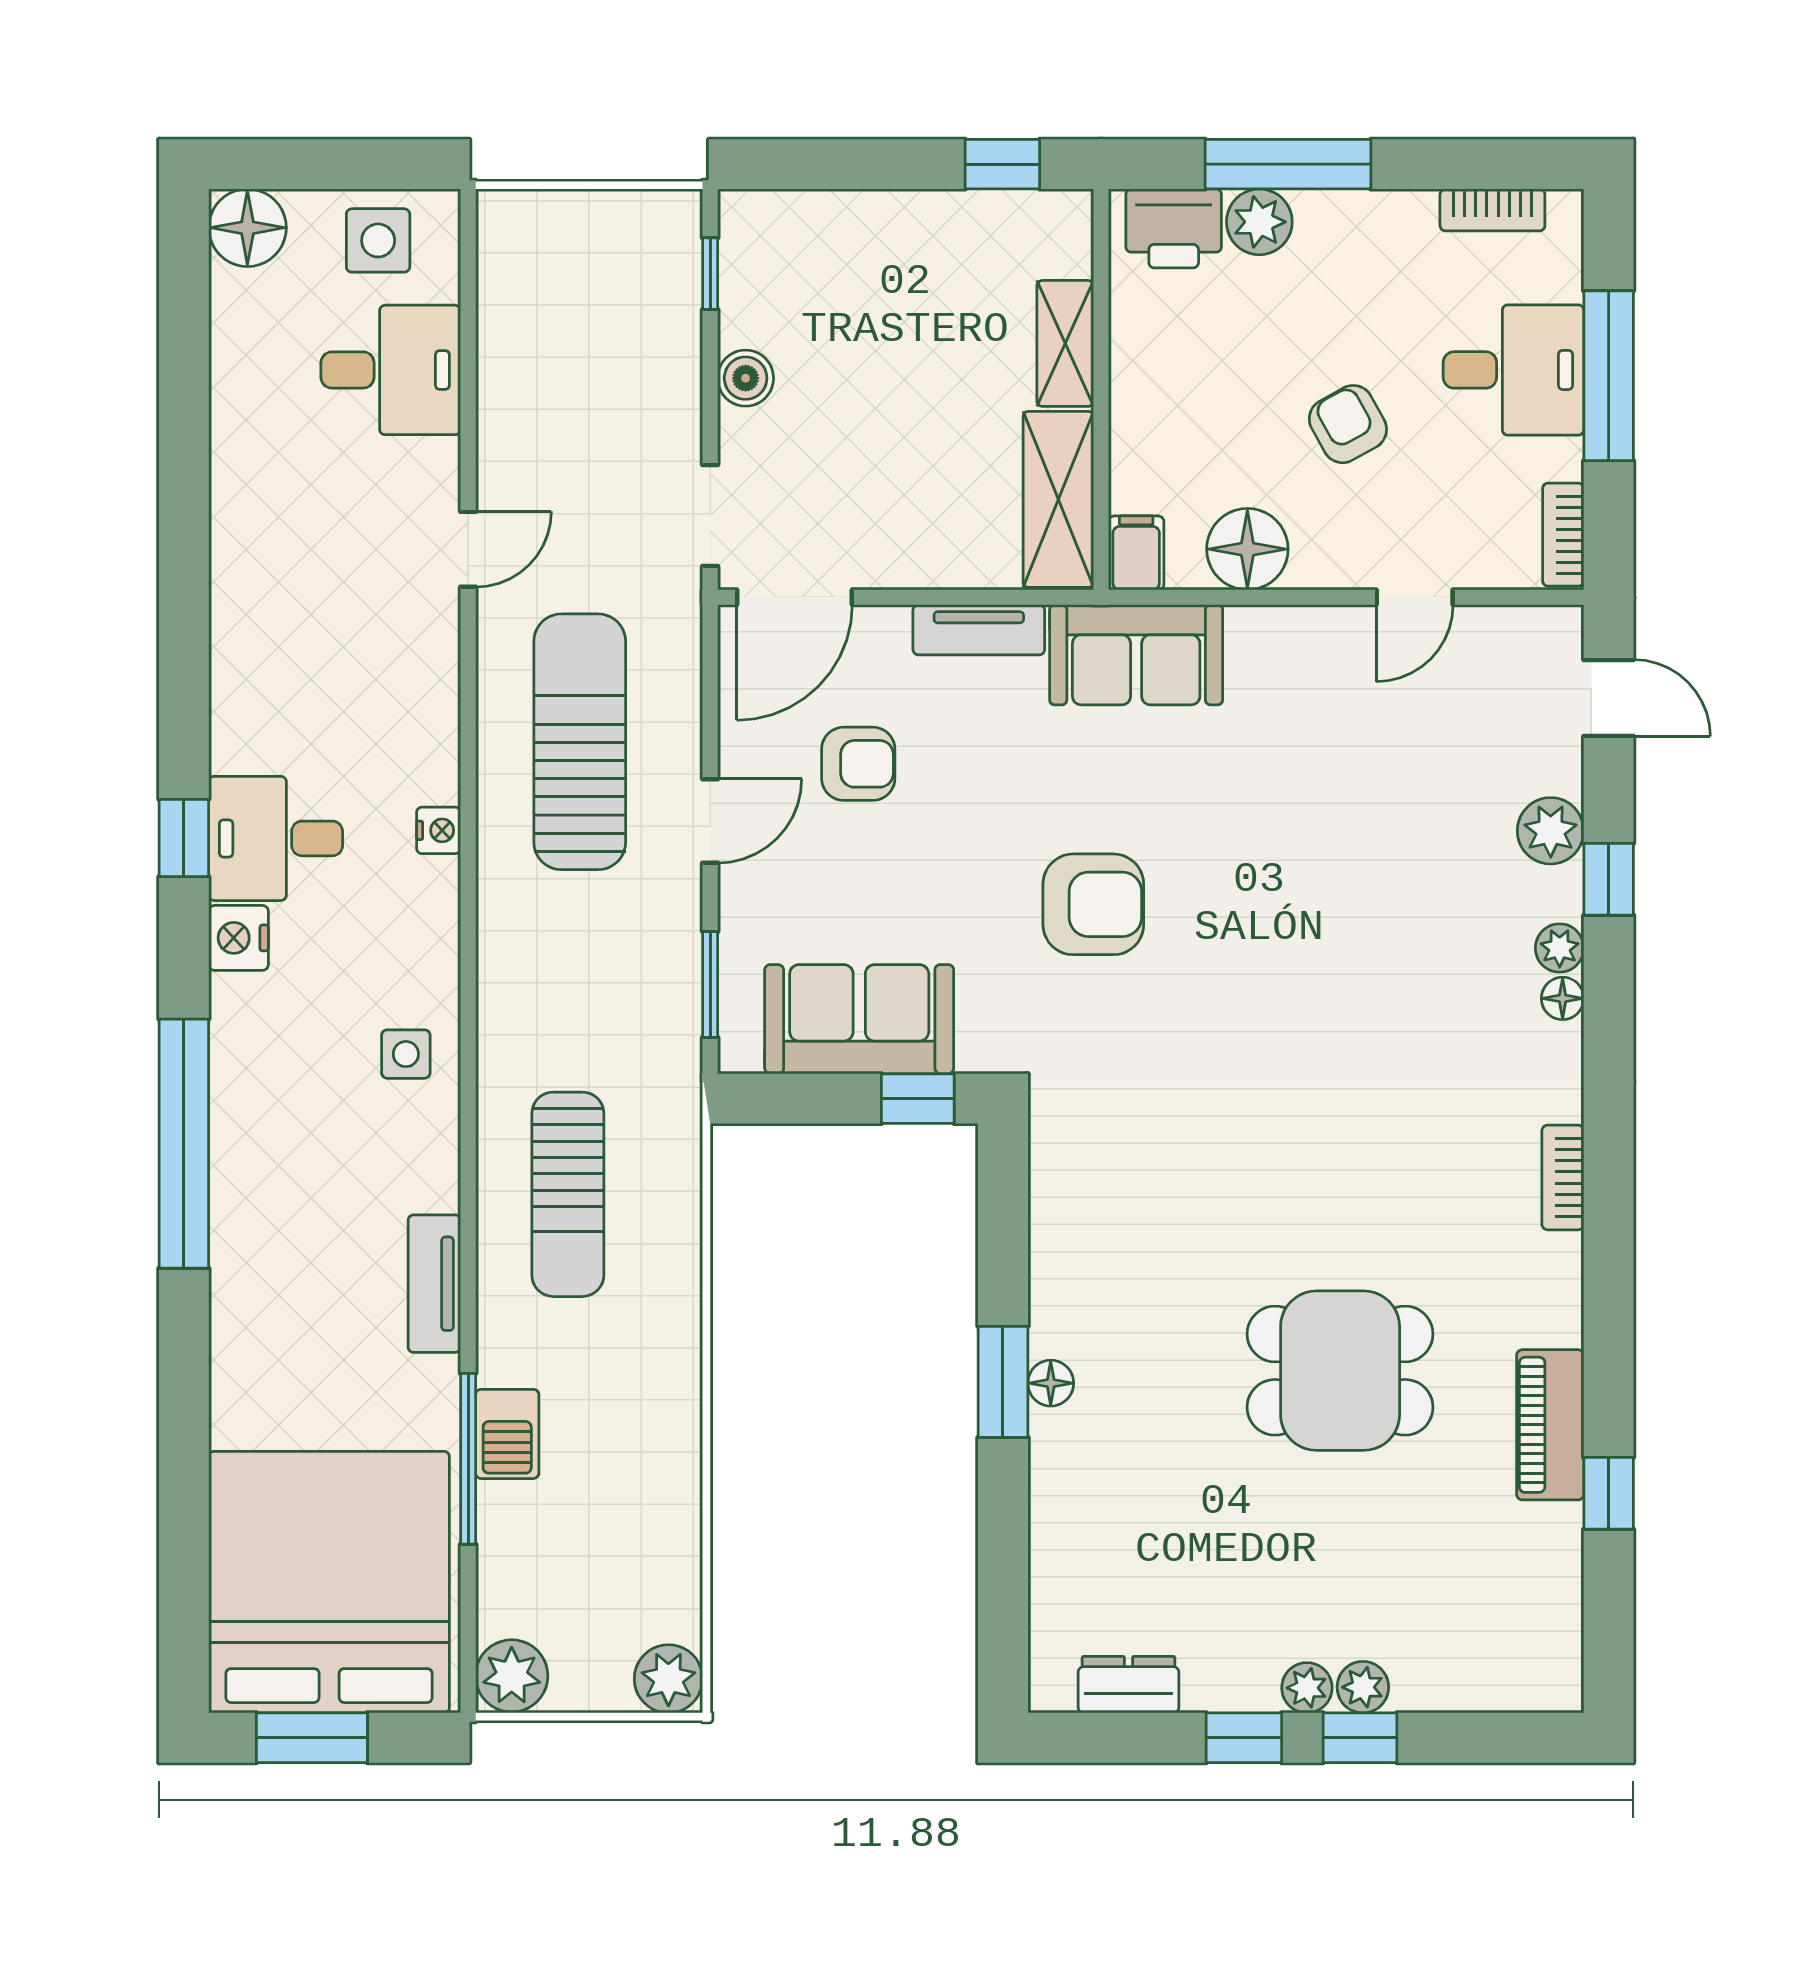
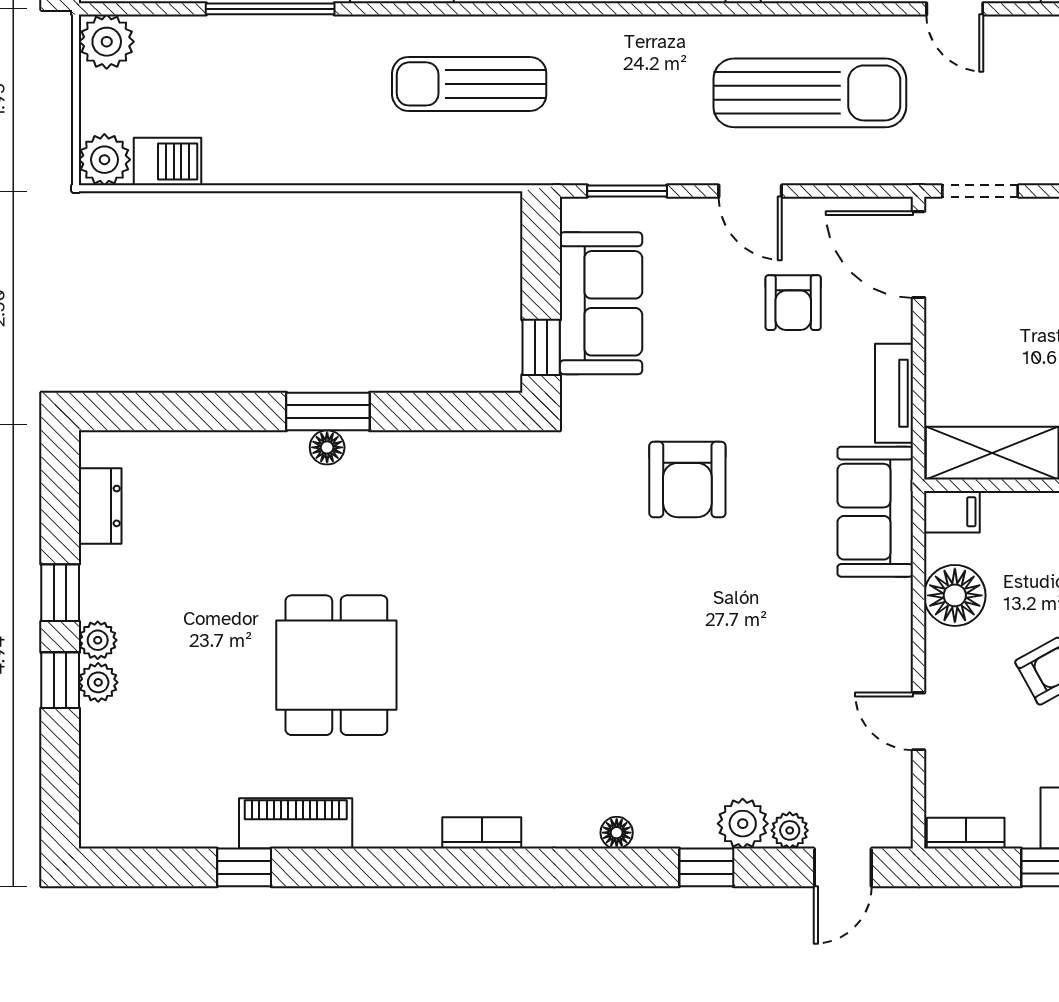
plant: (1560, 948) -> (790, 830), moved
barbecue: (507, 1434) -> (168, 162), moved, turned 180

